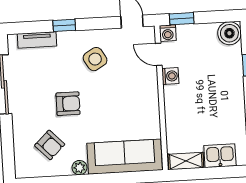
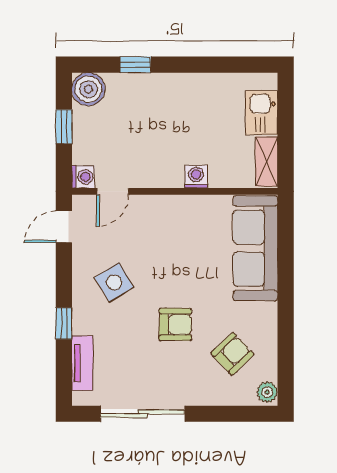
window: (182, 19) -> (64, 127), moved
washing machine: (170, 76) -> (196, 177), moved
armchair: (68, 104) -> (175, 324), turned 90
plant: (79, 168) -> (267, 392), moved

